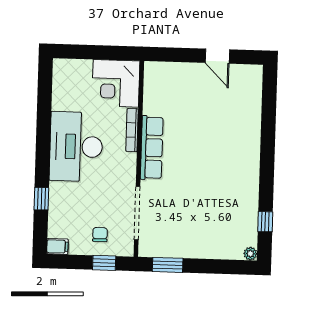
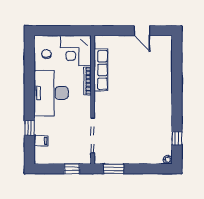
row of seats: (152, 148) -> (101, 70), moved
chair: (100, 235) -> (46, 54), moved
filing cabinet: (57, 246) -> (41, 141), moved

